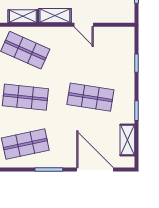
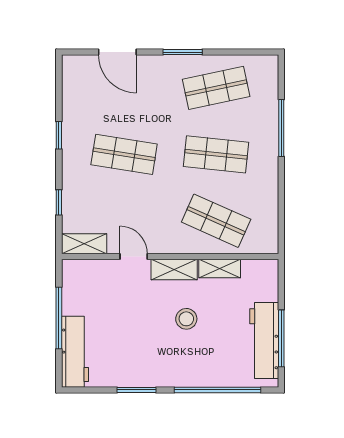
shelving: (127, 140) -> (84, 244), moved, turned 90
door: (95, 169) -> (117, 52), width x0.73

